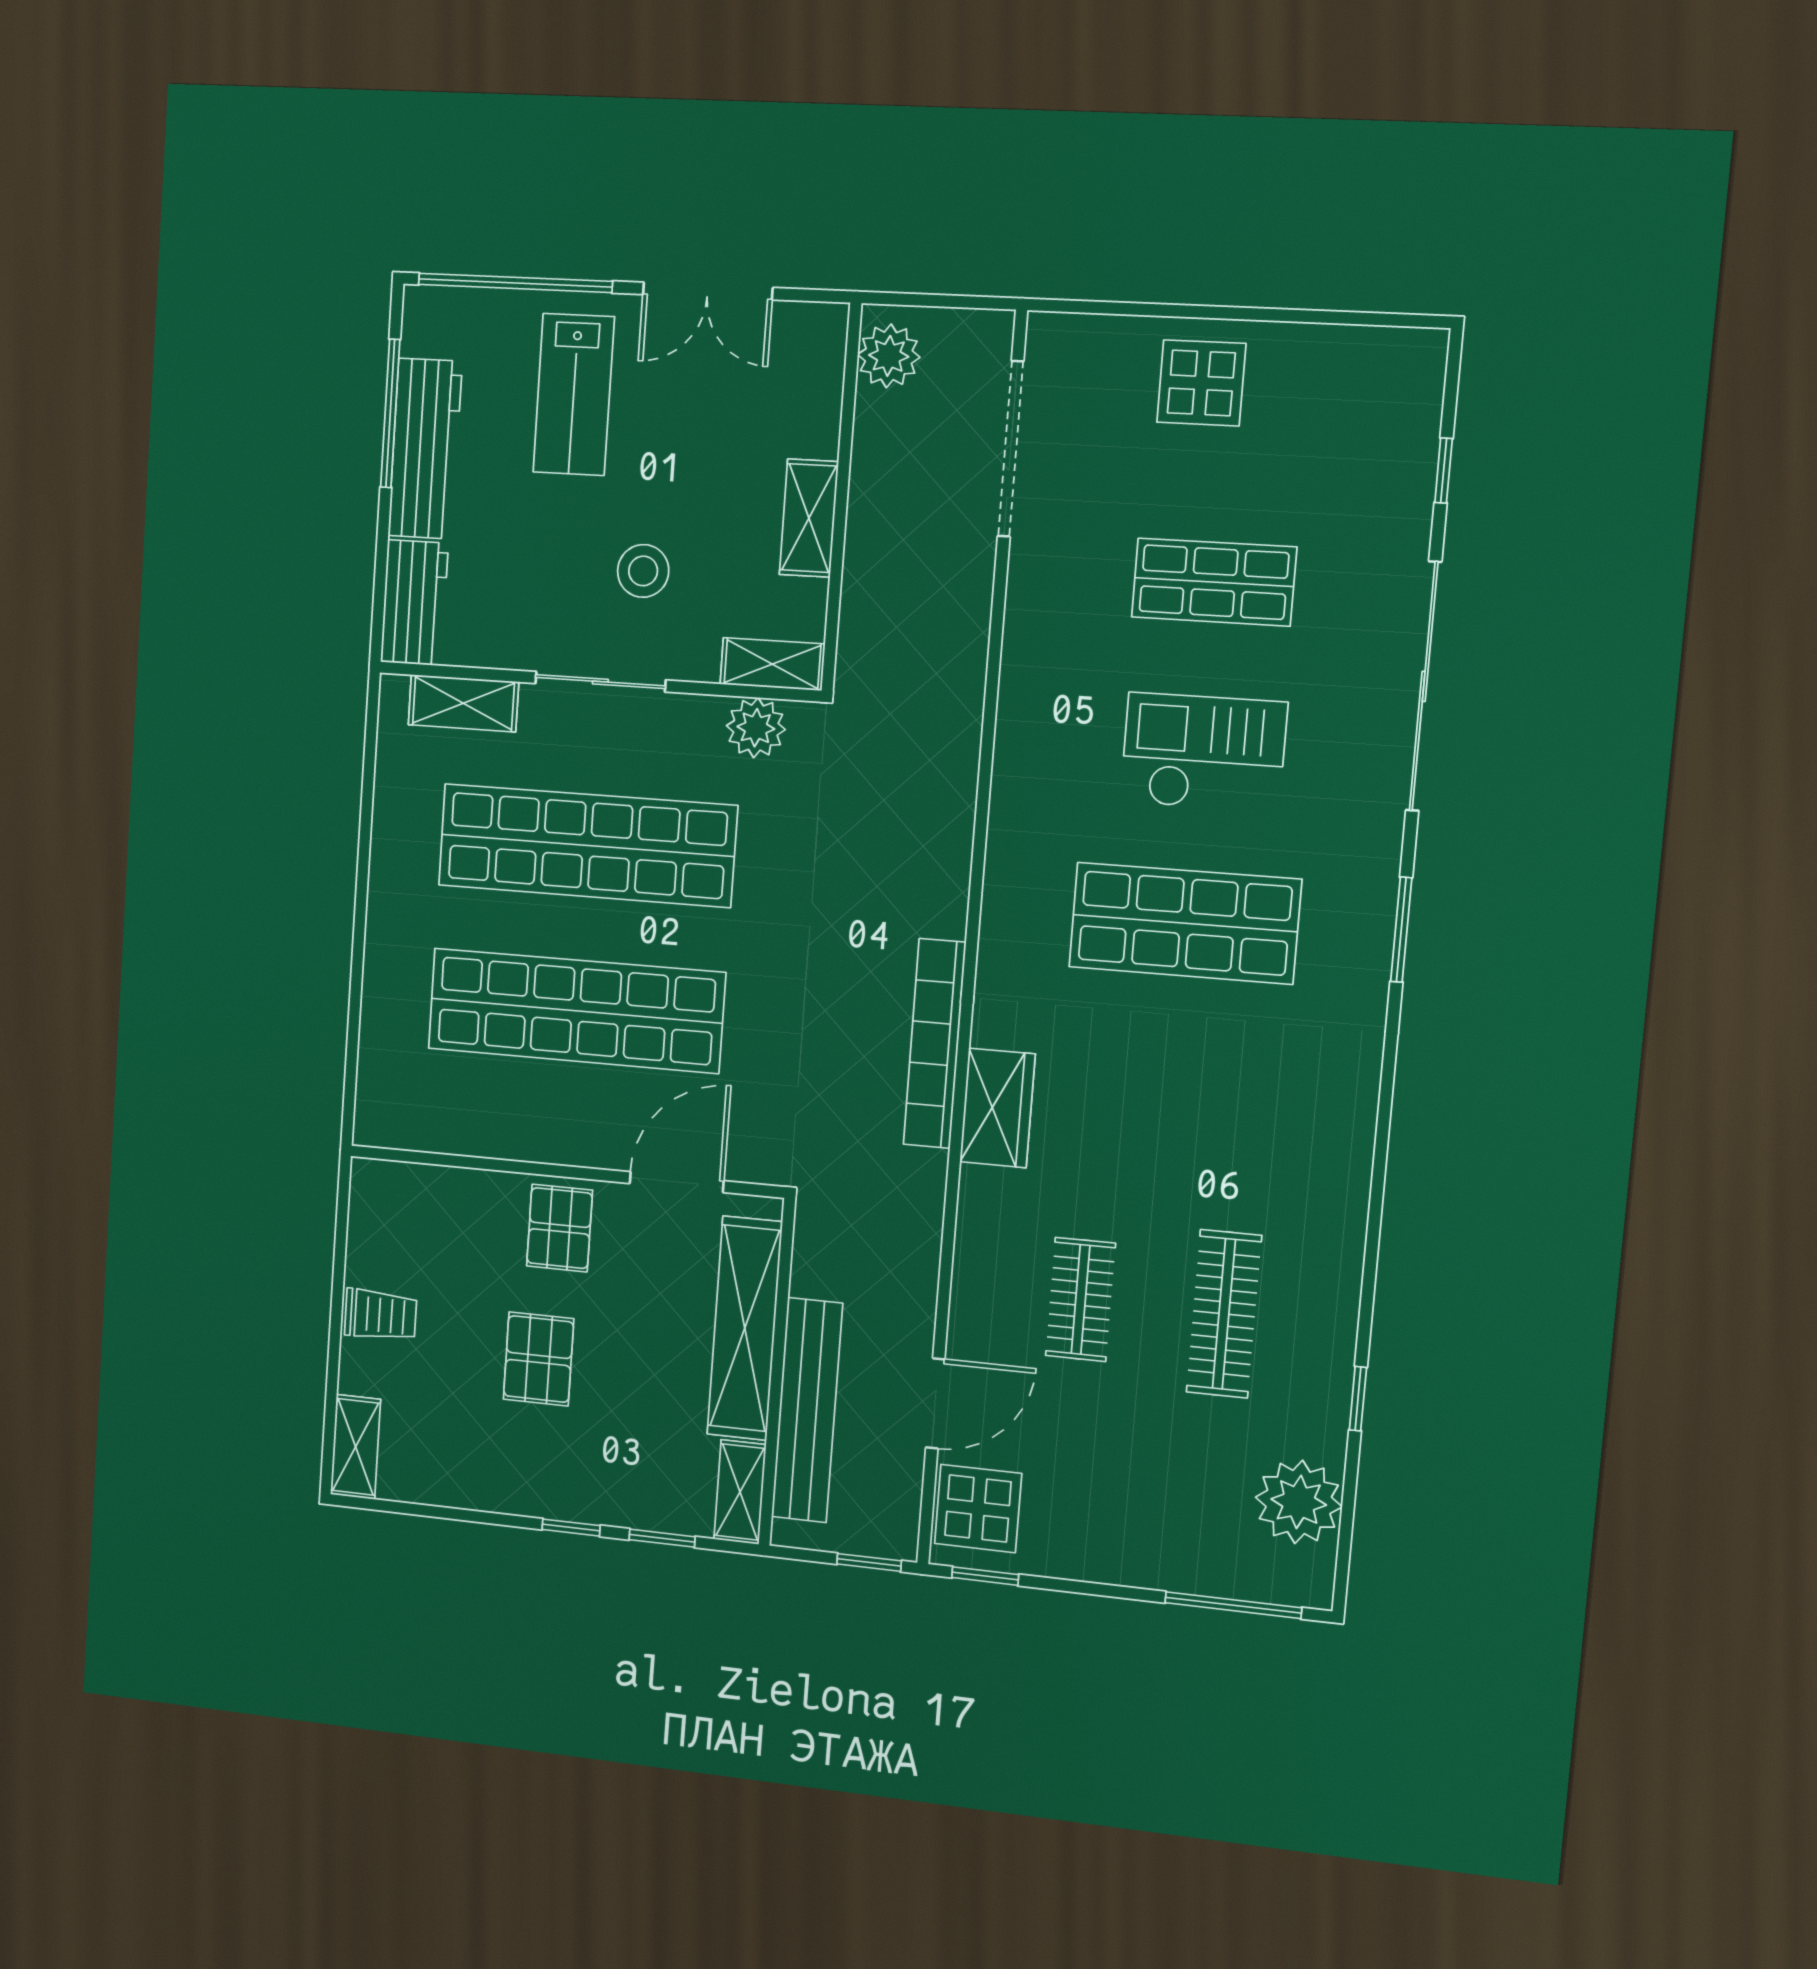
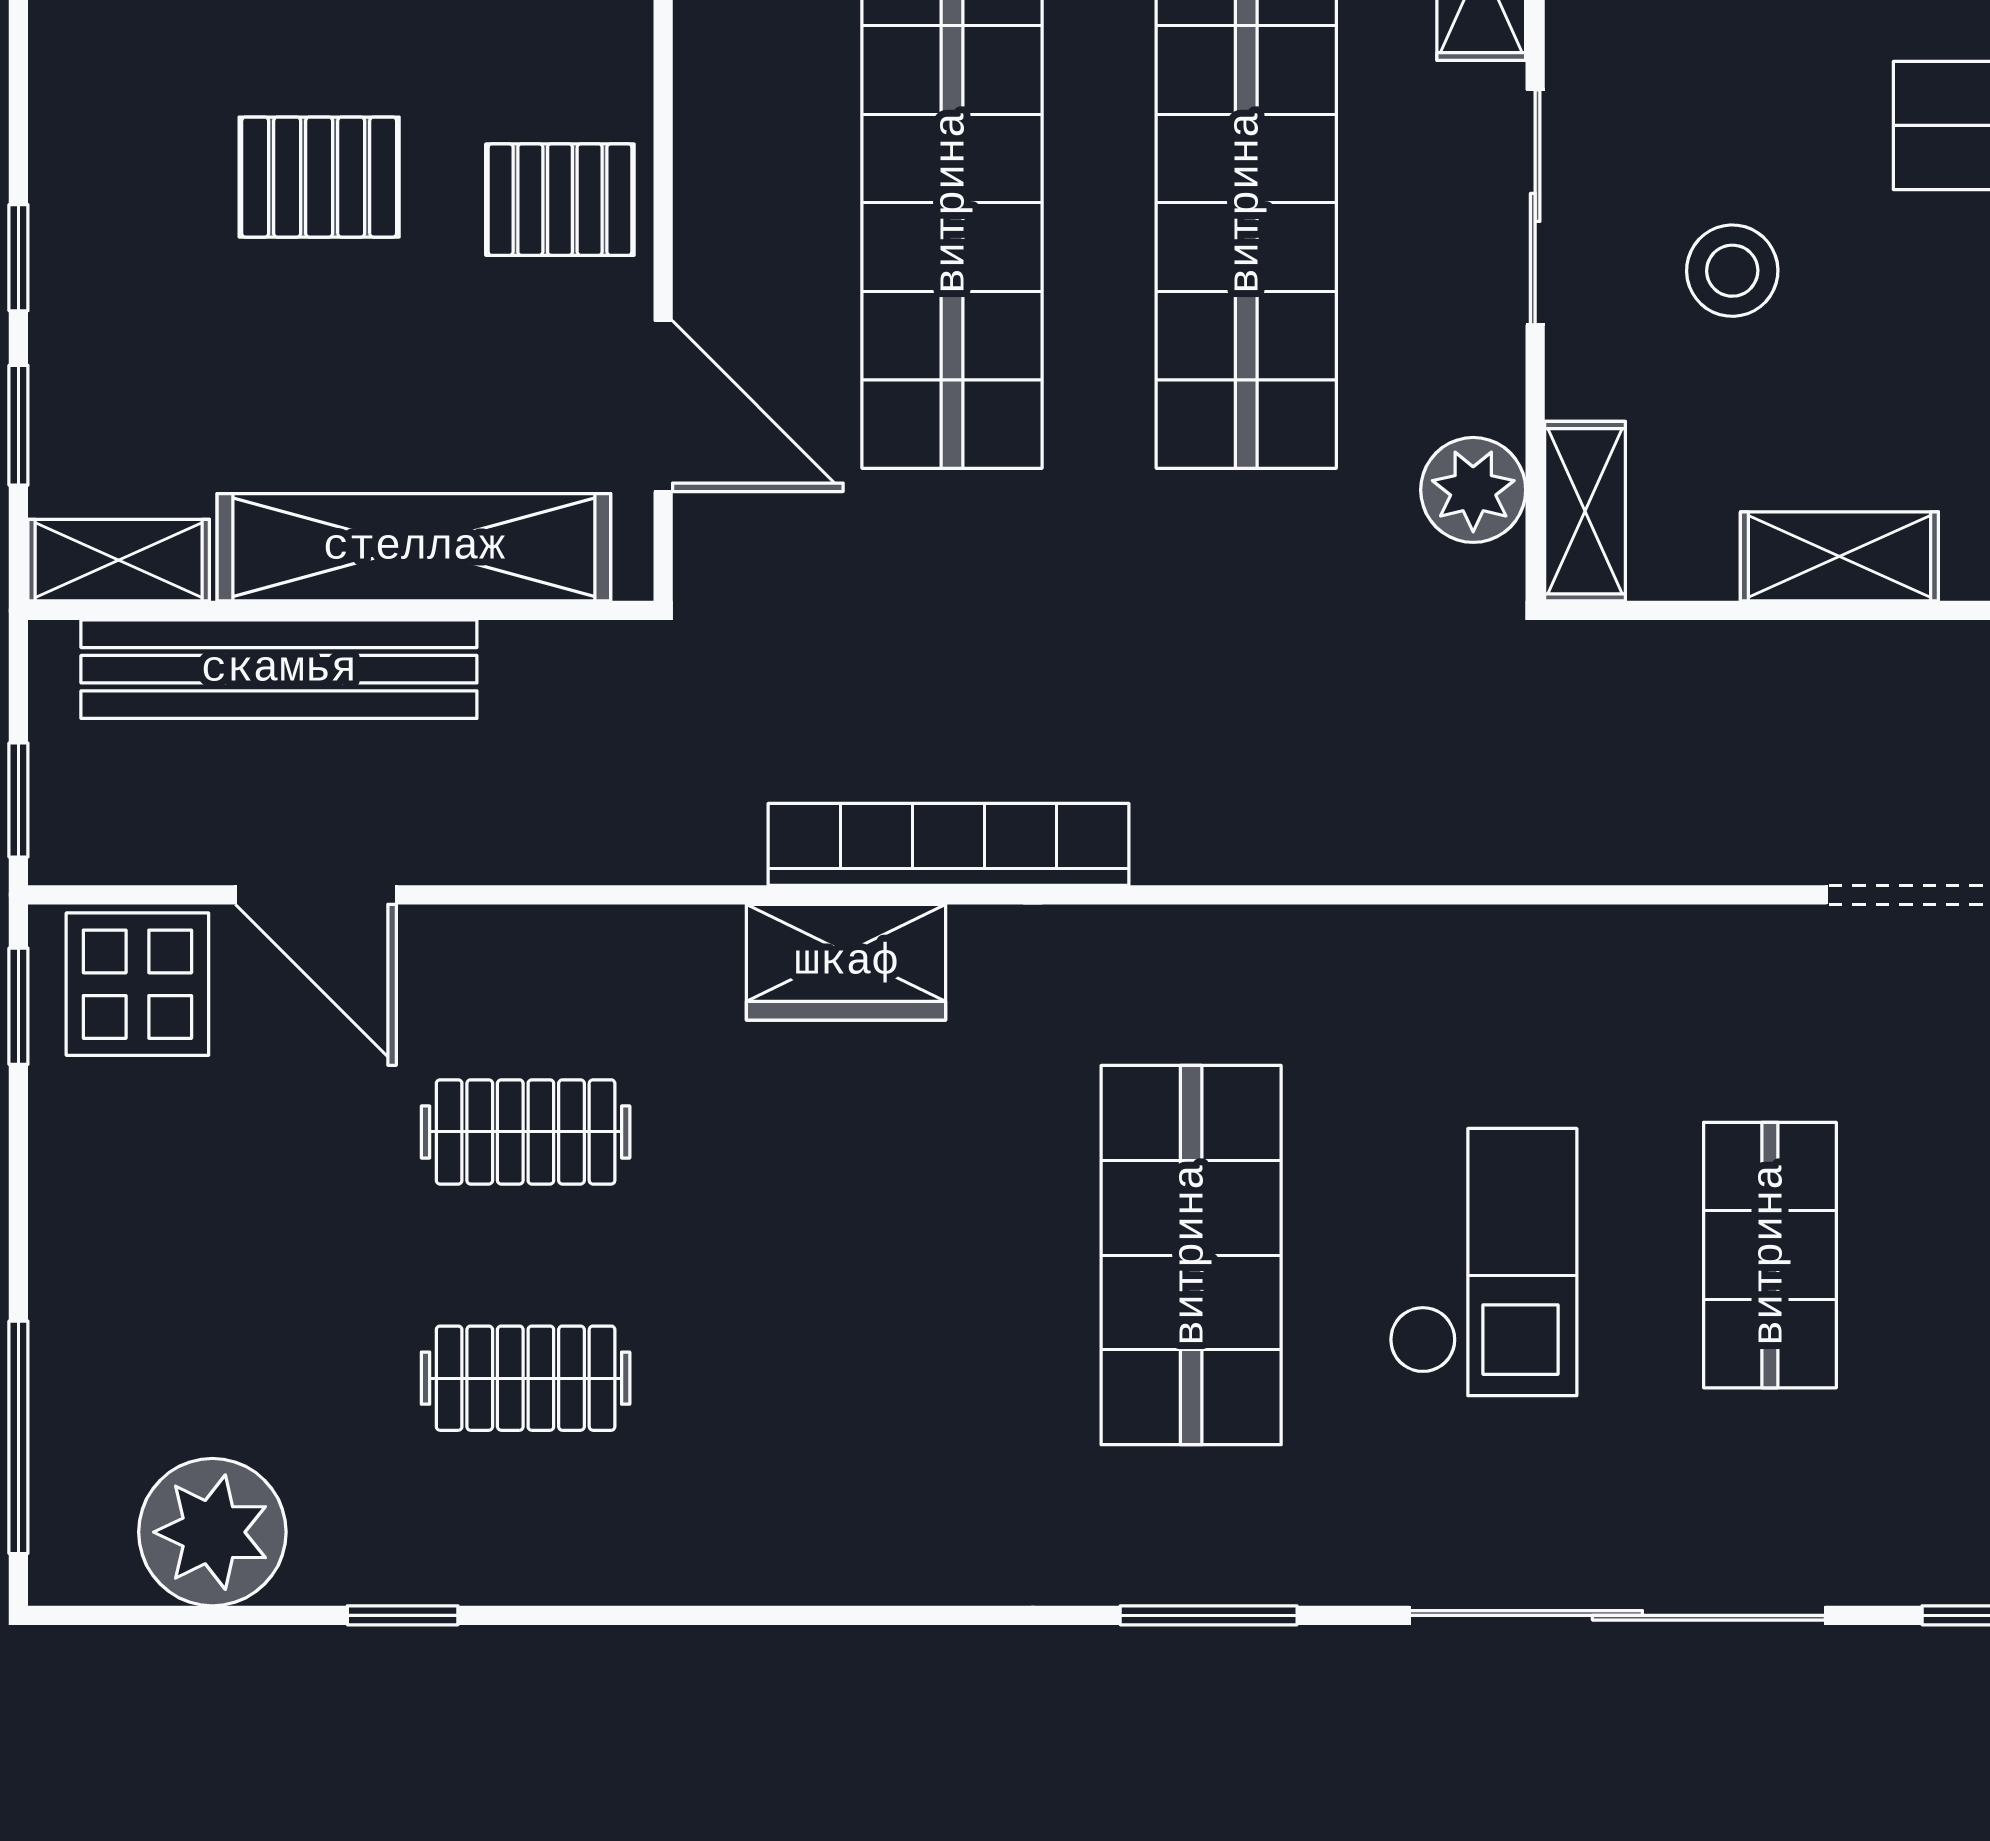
clothes rail: (1224, 1314) -> (526, 1378), width x0.73

